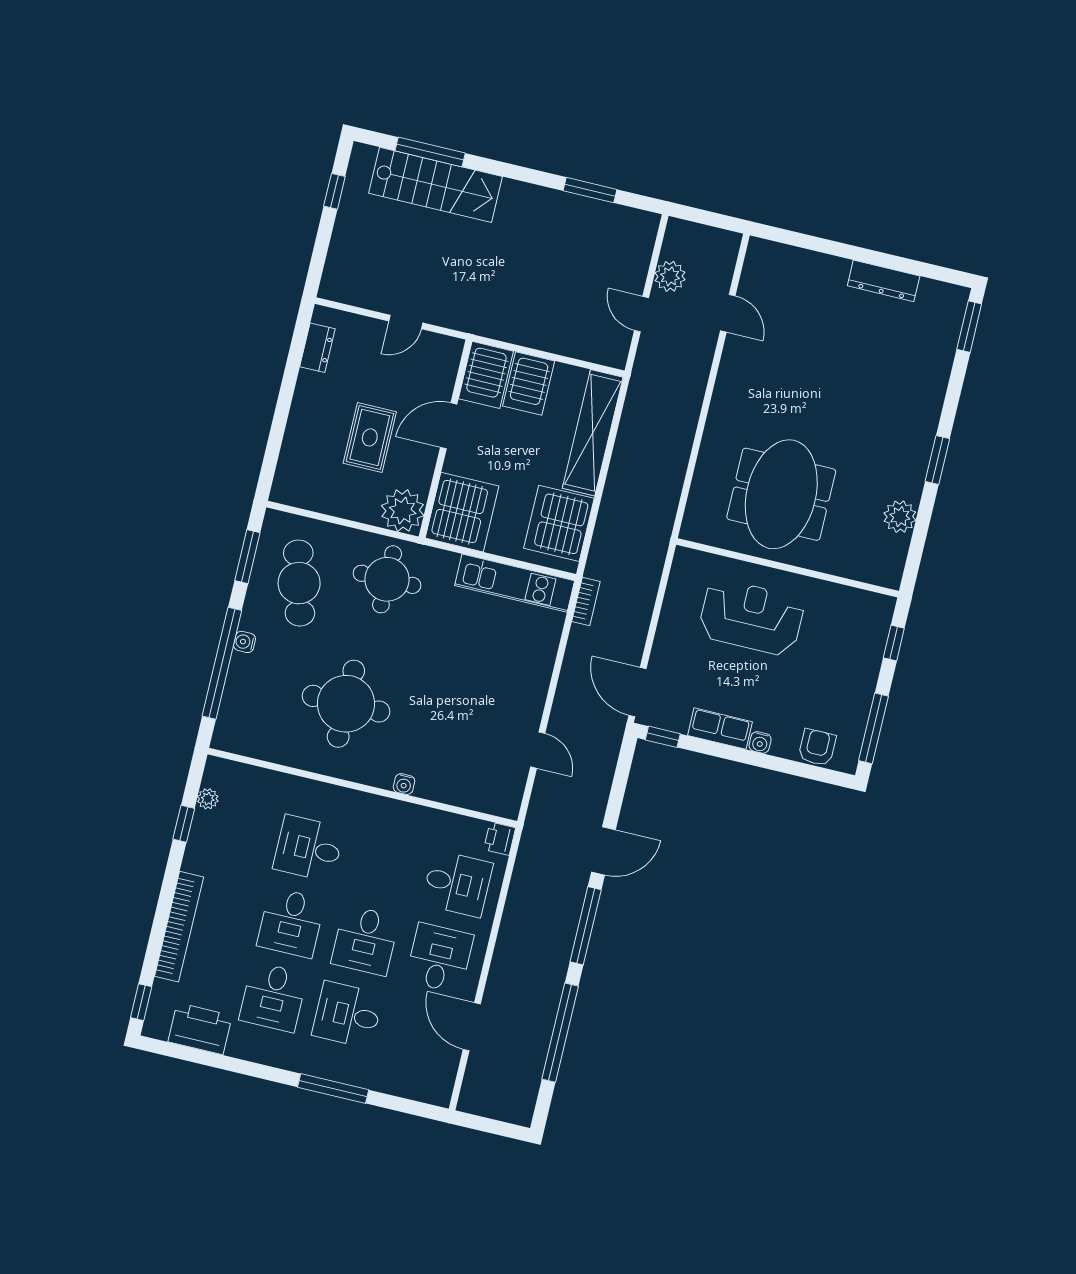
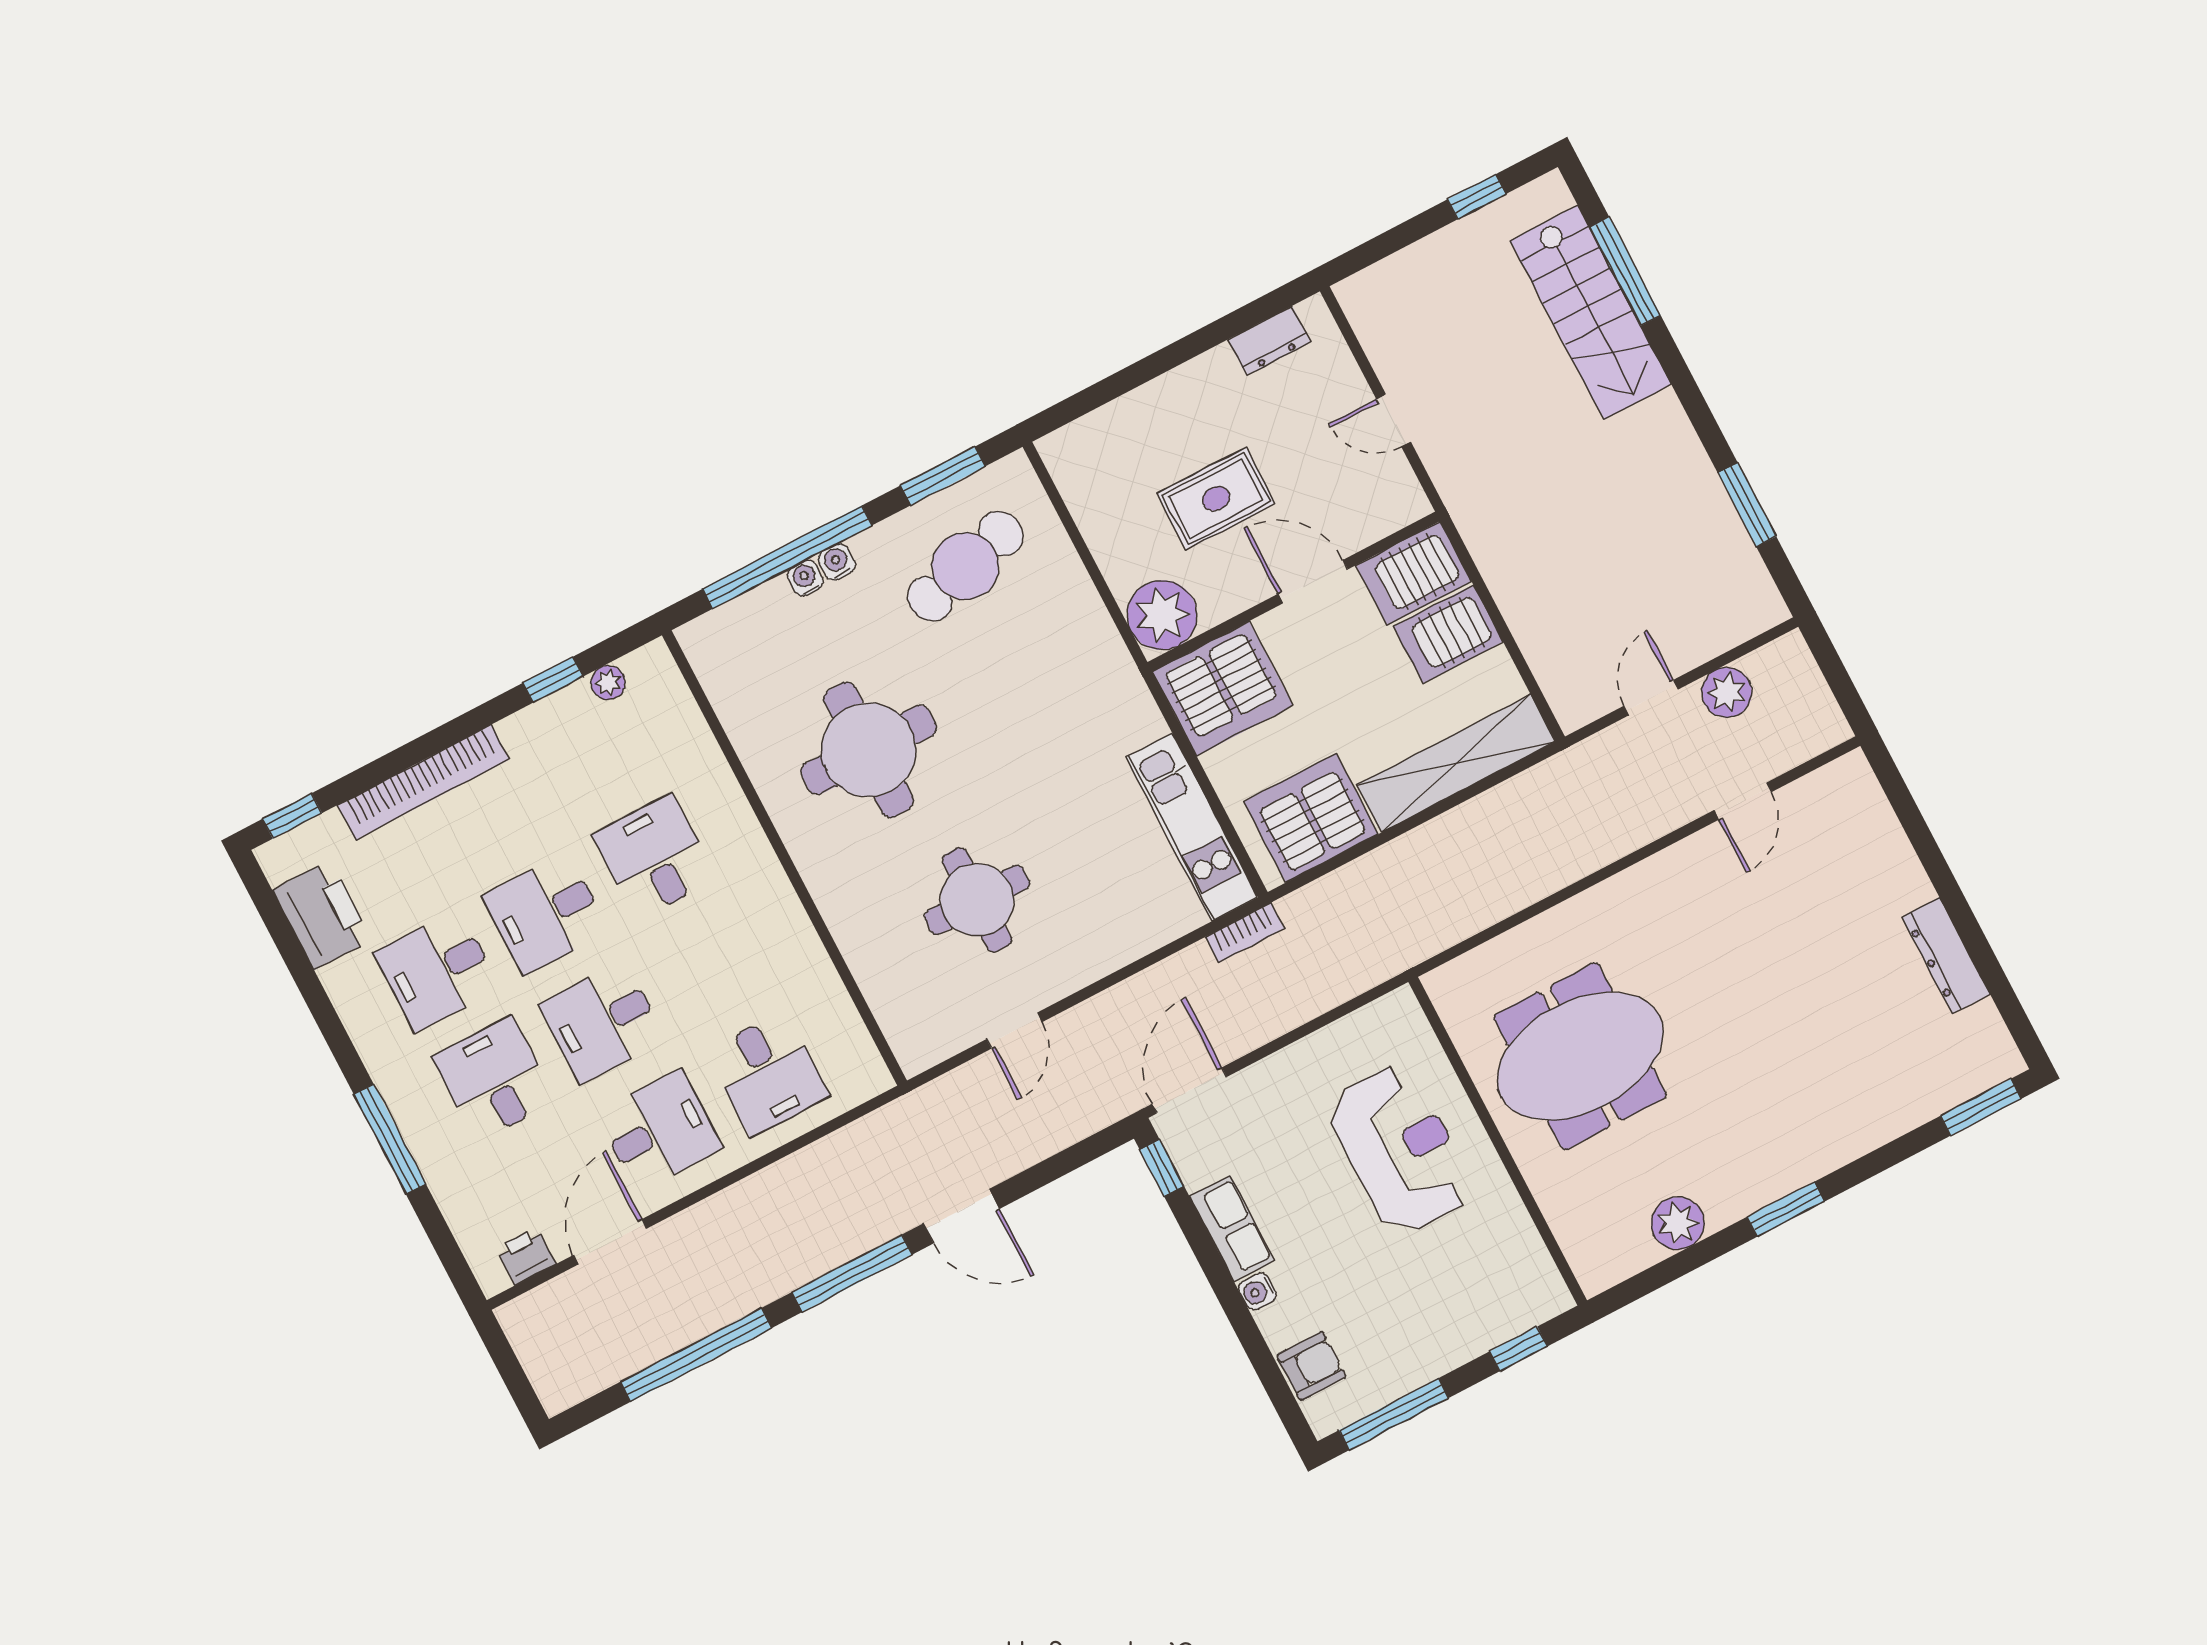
round table: (387, 579) -> (977, 900), moved
water cooler: (404, 784) -> (805, 578), moved, turned 90
printer: (500, 839) -> (526, 1256), moved

